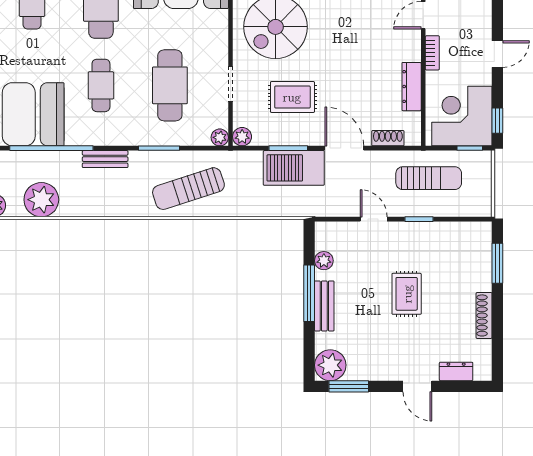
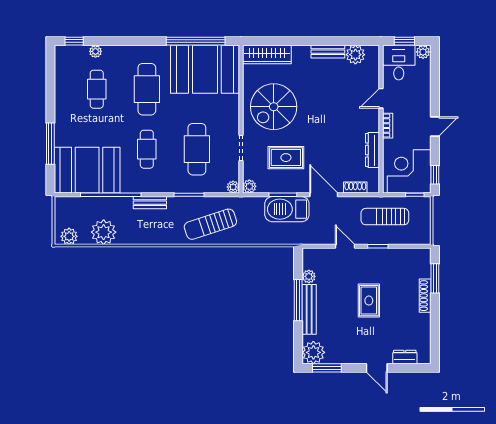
sun lounger: (429, 178) -> (385, 217), turned 180
bench: (324, 306) -> (309, 309), width x1.36
shoe rack: (484, 315) -> (425, 296), moved

